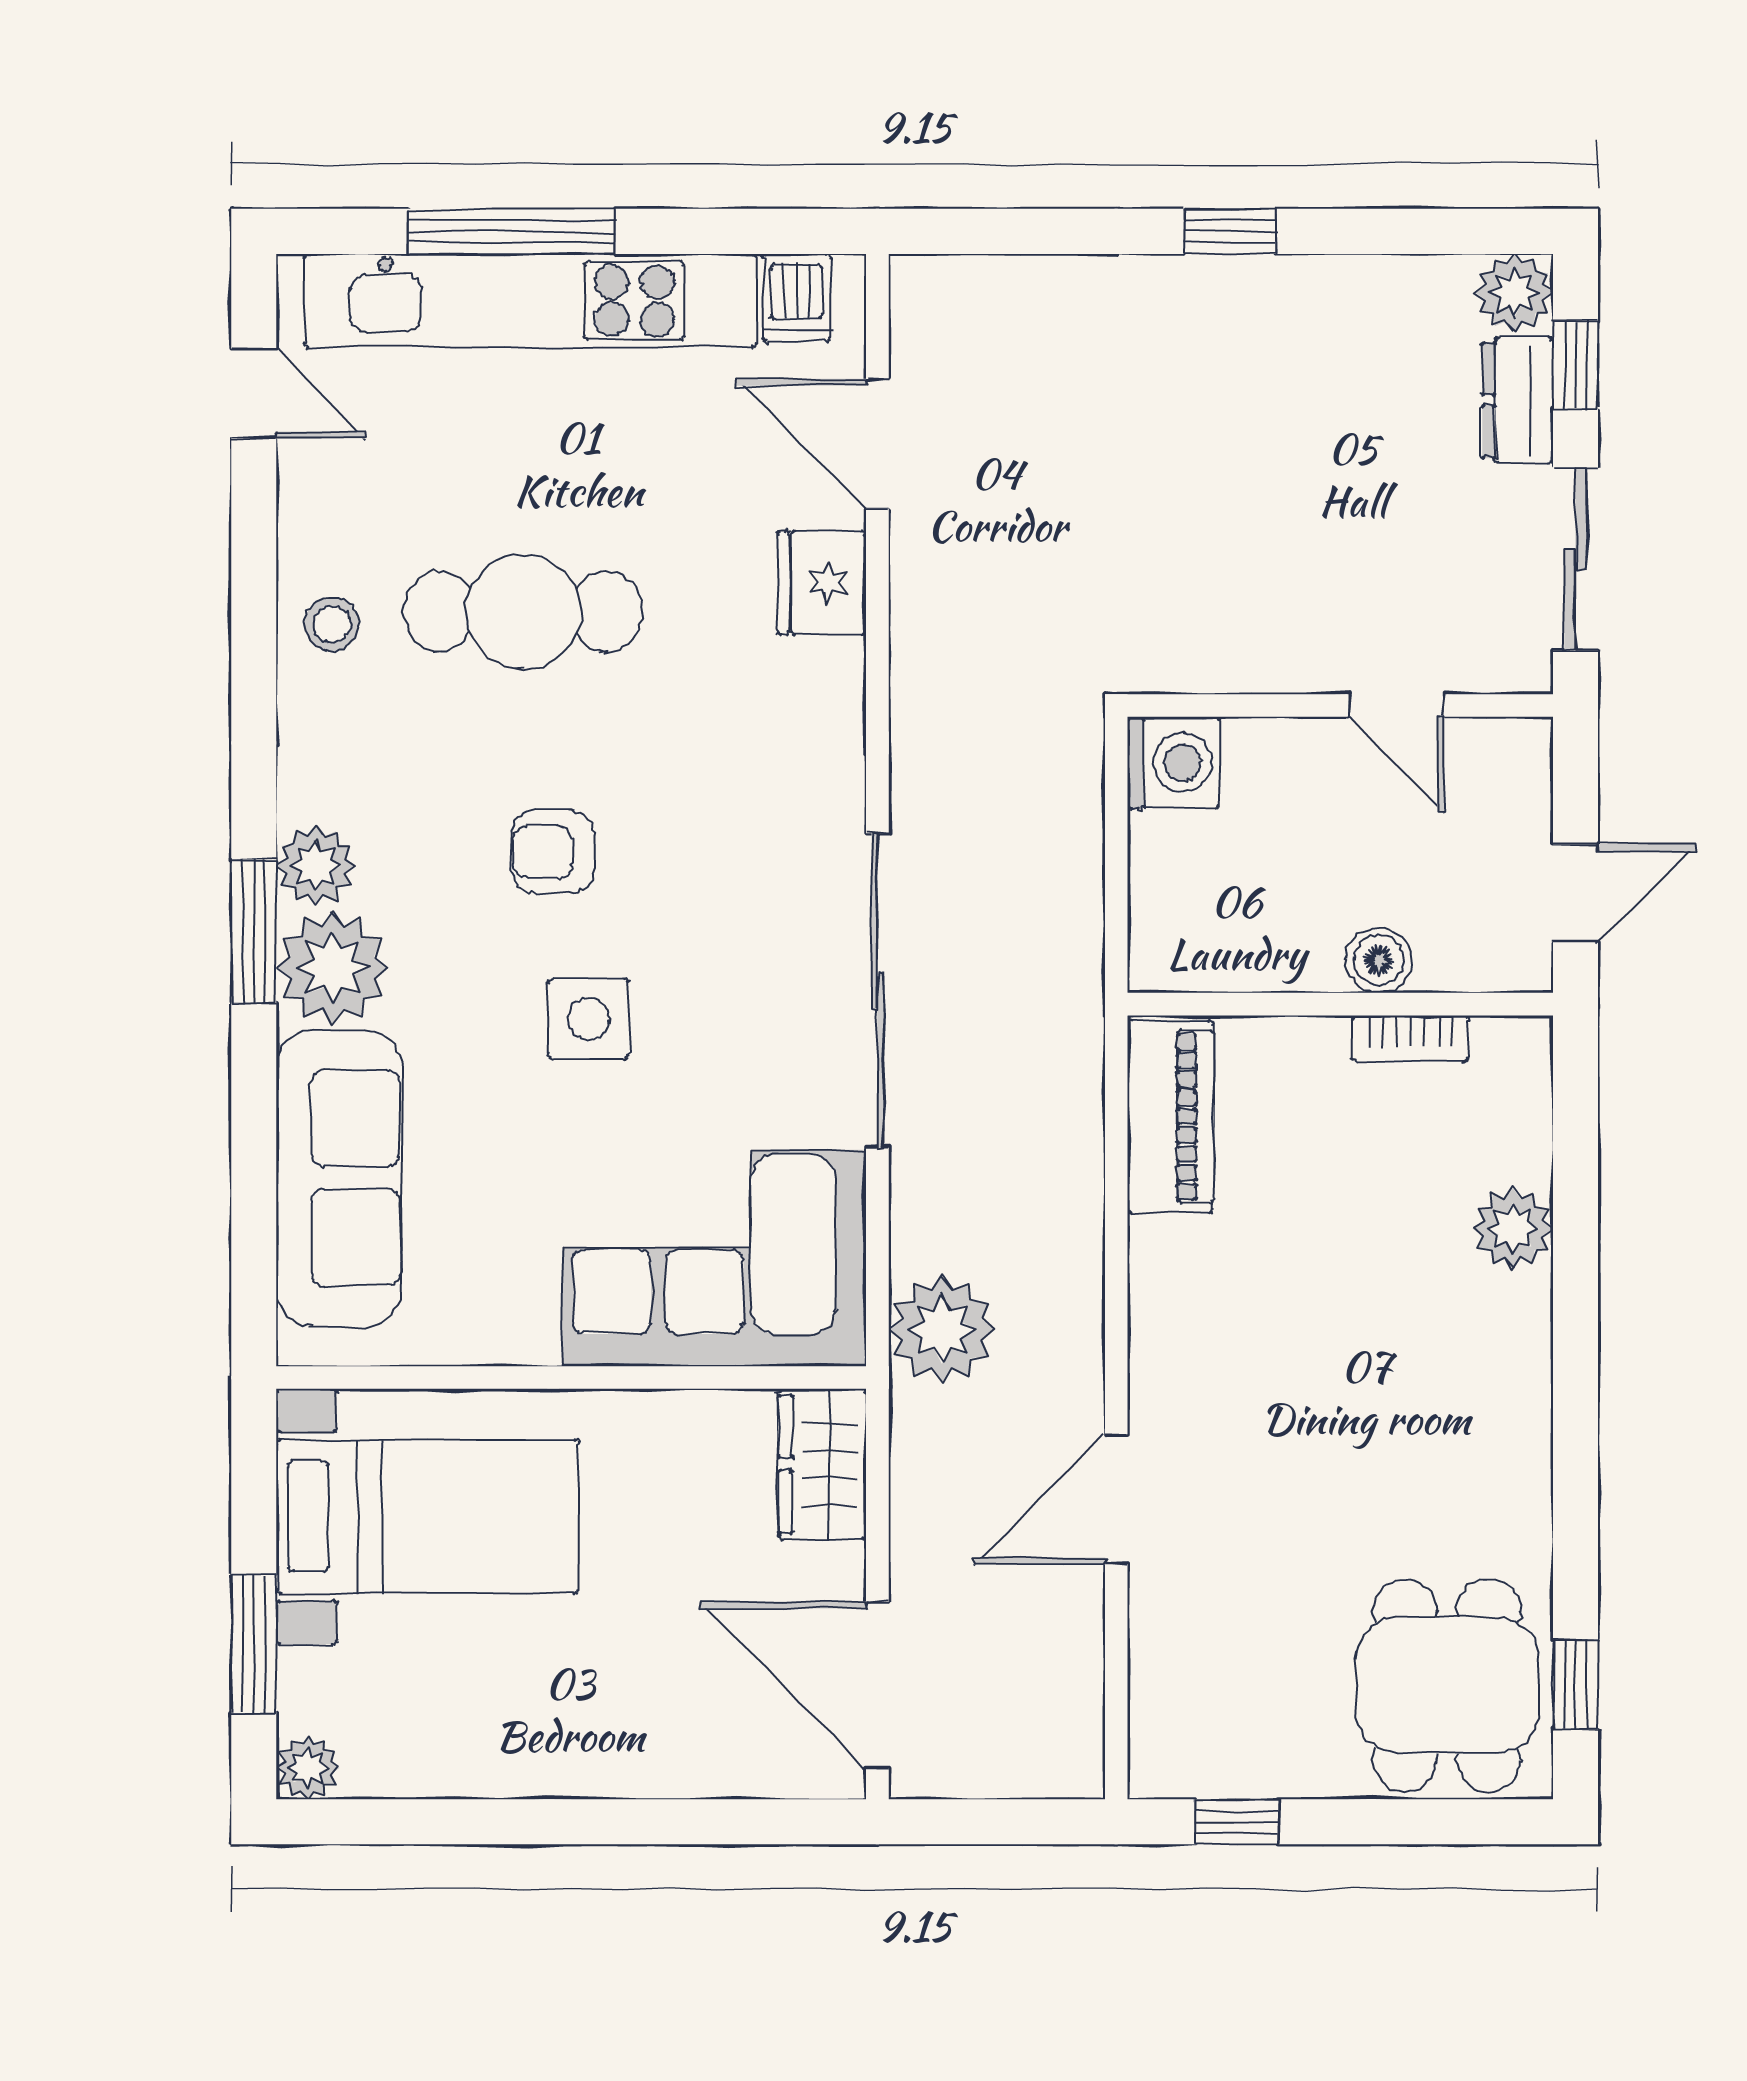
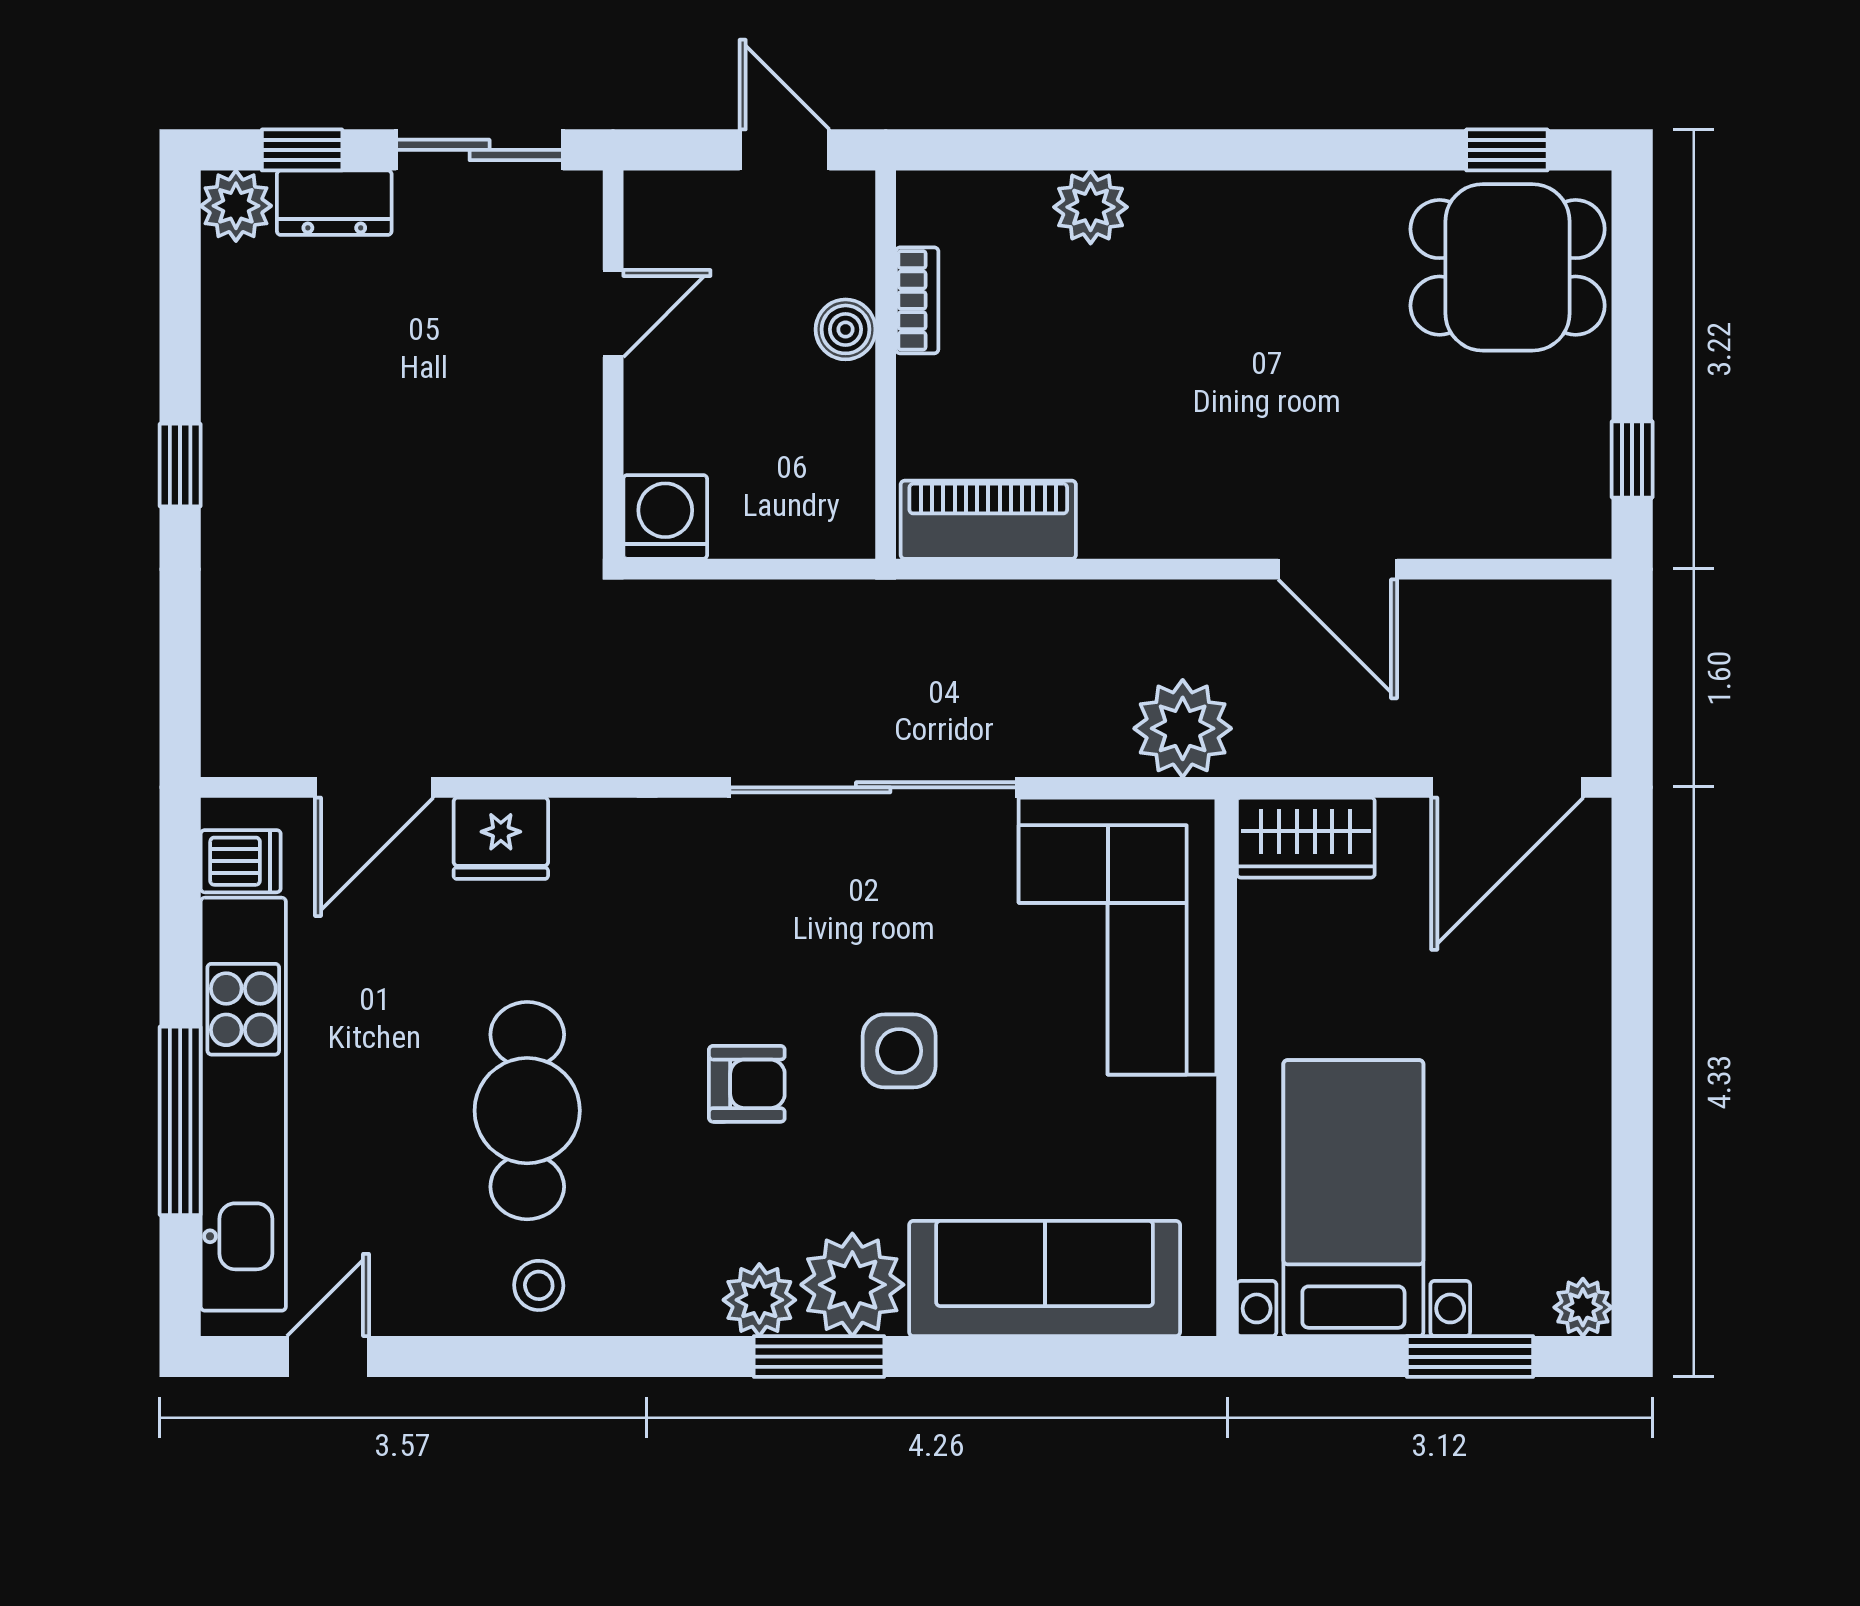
armchair: (553, 852) -> (747, 1084), turned -90

